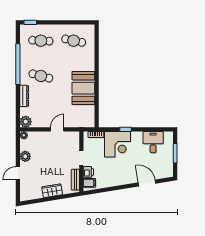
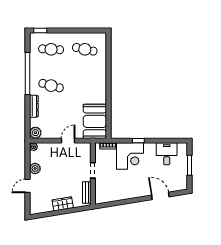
booth: (83, 88) -> (95, 121), moved
printer: (88, 172) -> (100, 185), removed
filing cabinet: (89, 183) -> (101, 196), removed

